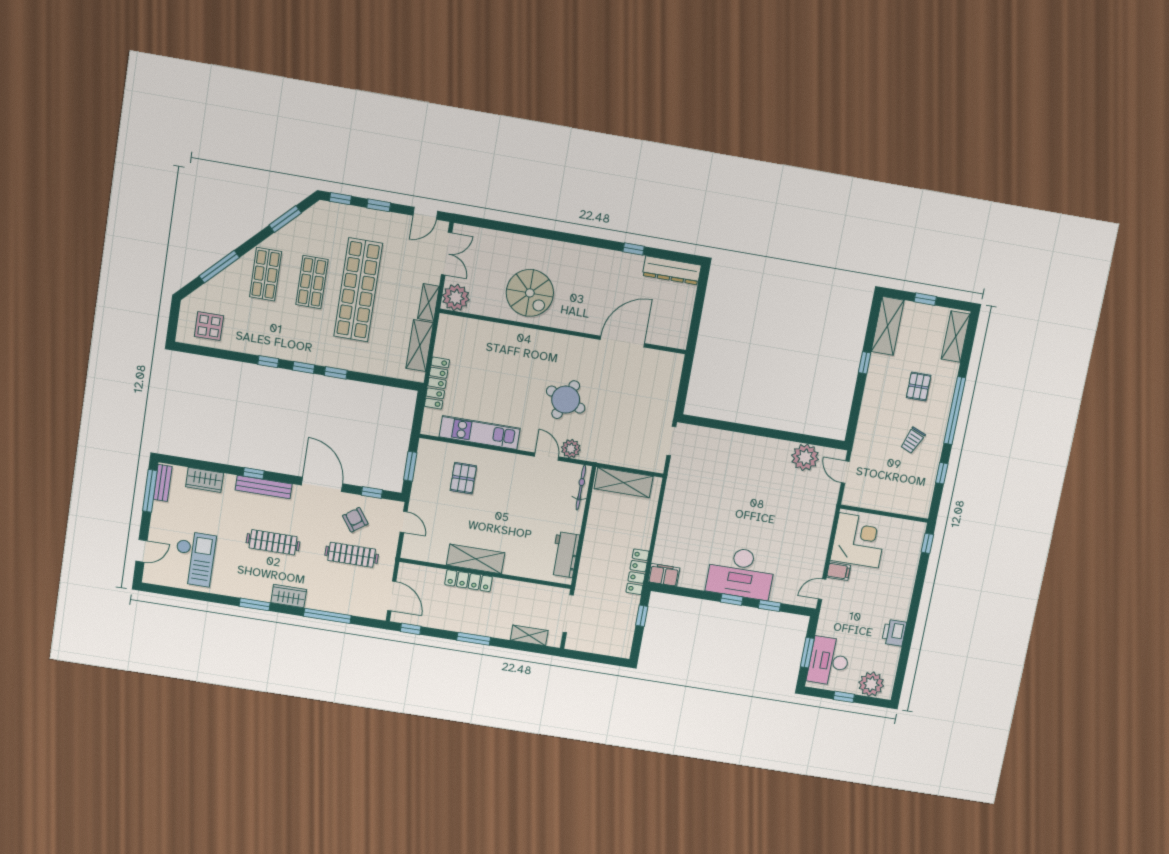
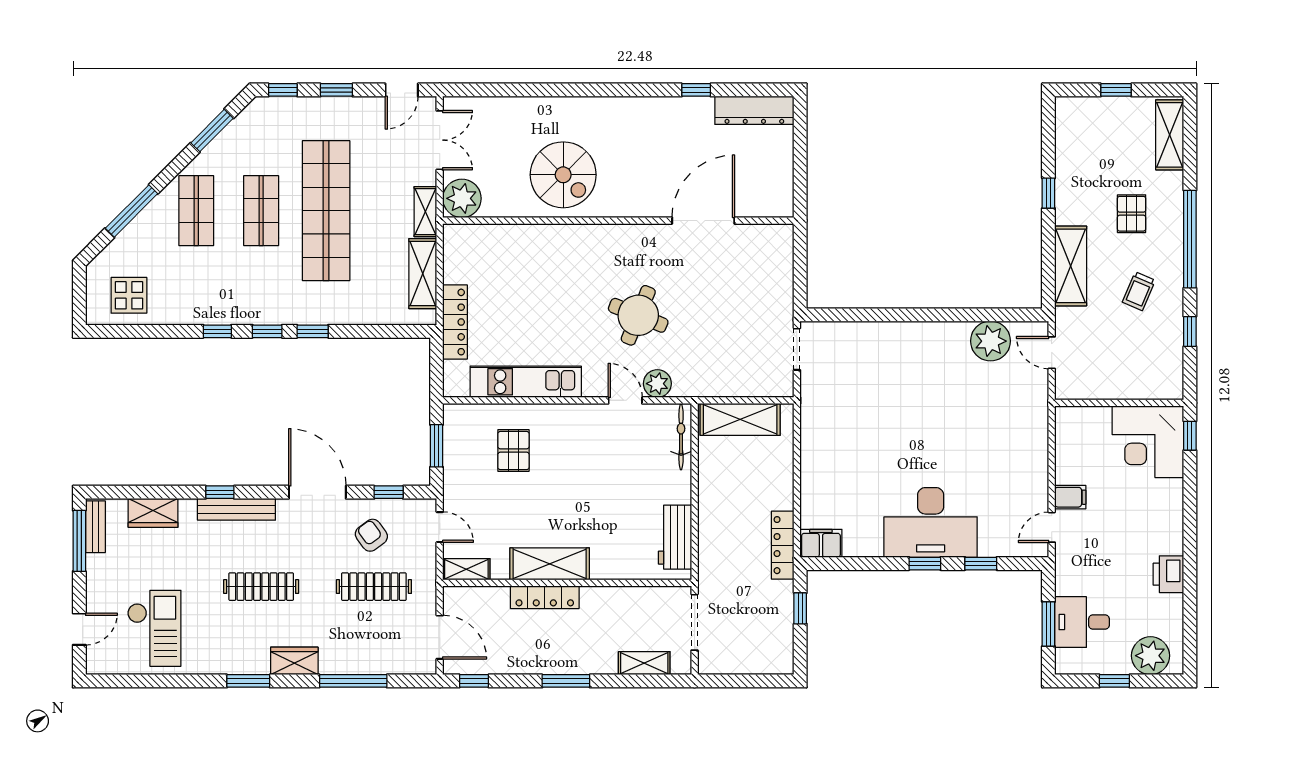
shelving: (888, 326) -> (1071, 266), moved
corner desk: (859, 540) -> (1148, 442), moved, turned 180
shelving: (417, 553) -> (466, 569), added
desk: (829, 661) -> (1082, 622), width x0.73

